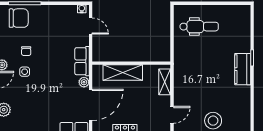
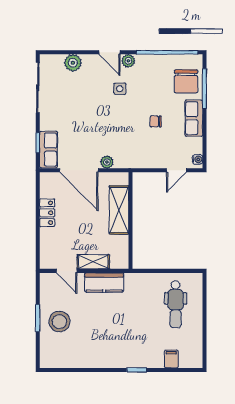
filing cabinet: (243, 30) -> (171, 359), added
chair: (26, 51) -> (156, 121), moved
row of seats: (82, 61) -> (194, 118), moved, turned -90
kitchen counter: (243, 69) -> (104, 282), moved, turned 180
shelving: (165, 82) -> (93, 262), moved

